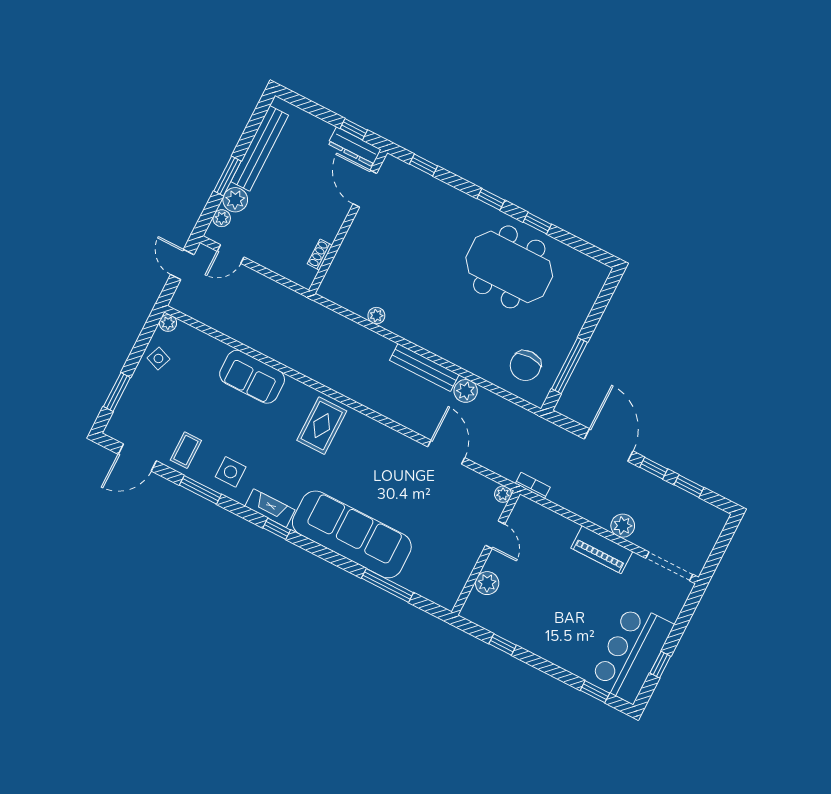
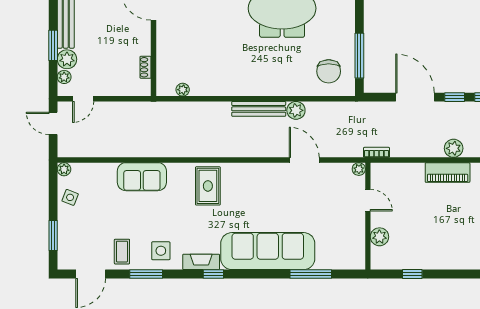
plant: (376, 316) -> (183, 90), moved

